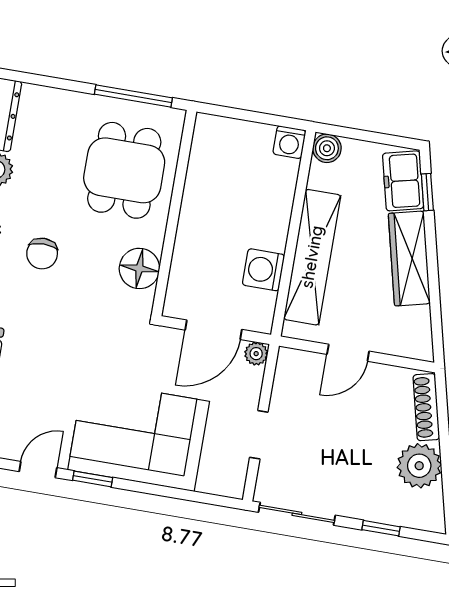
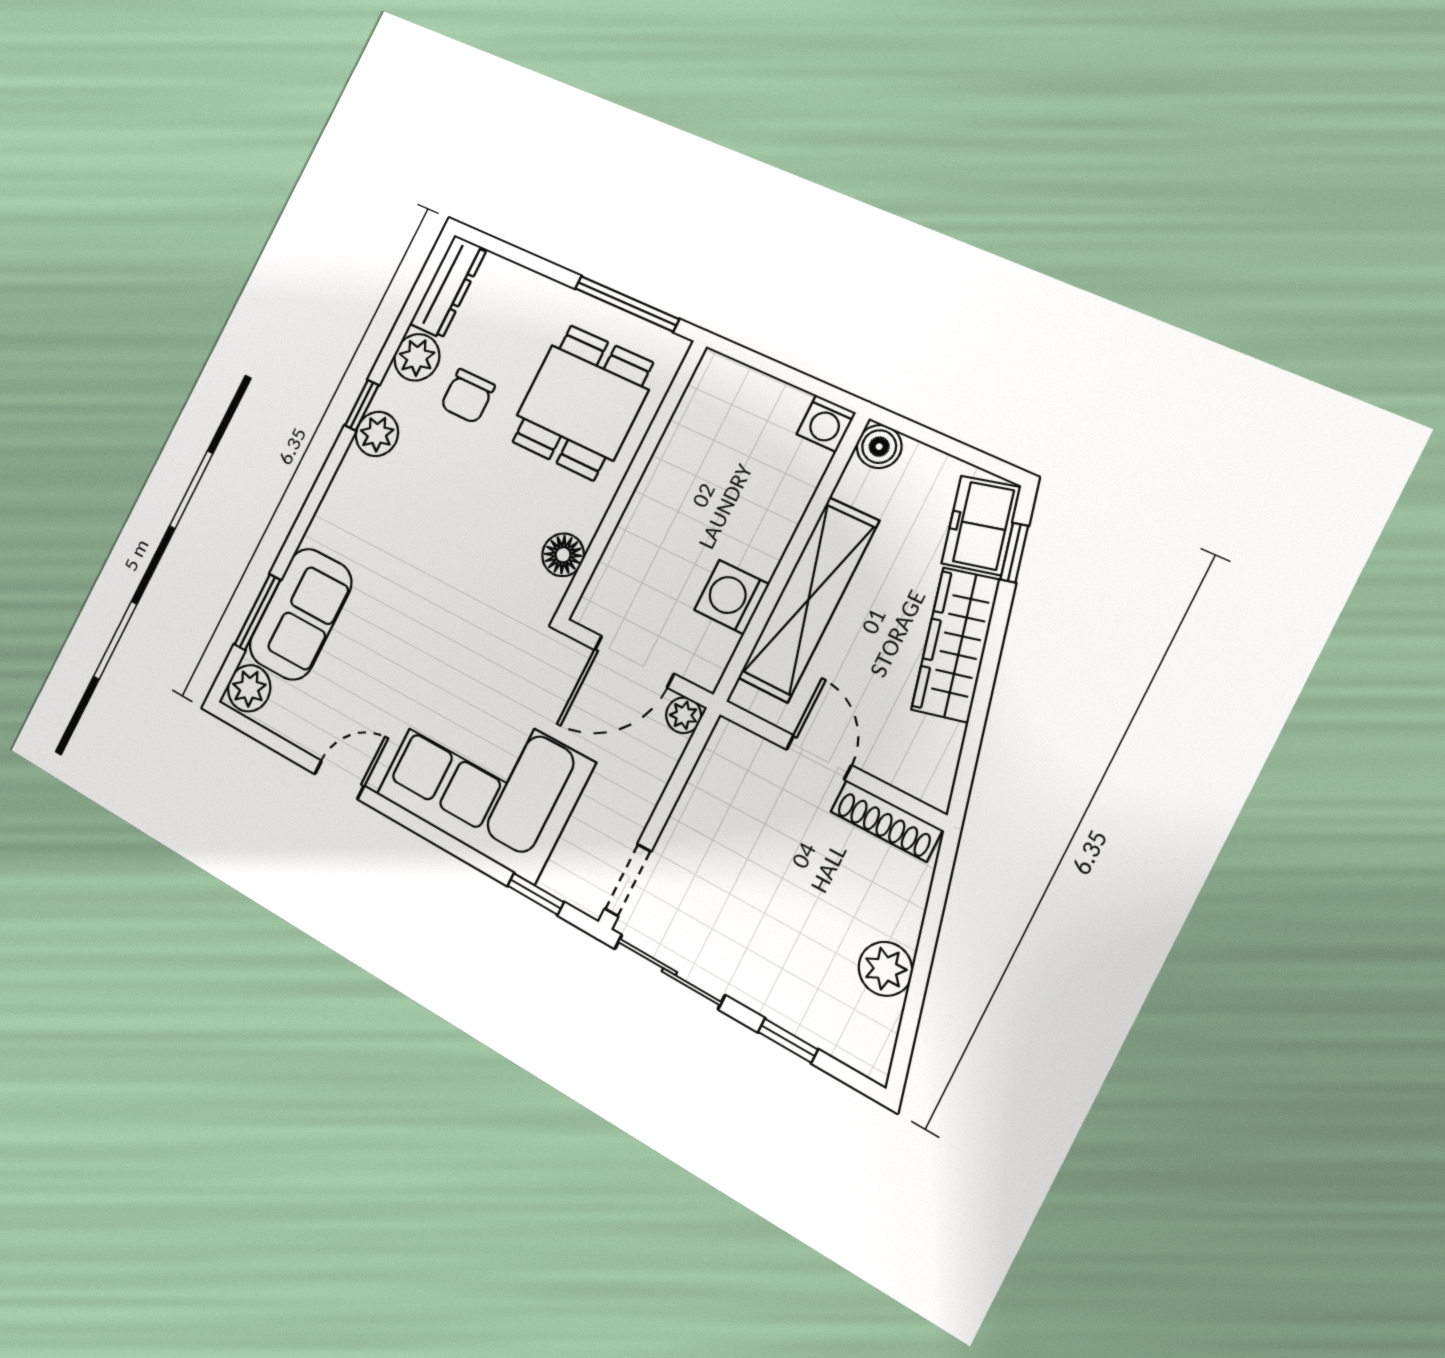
chair: (42, 254) -> (468, 396), moved
floor lamp: (139, 268) -> (563, 555), width x0.73, depth x0.73
door: (348, 353) -> (819, 757), swing flipped
shoe rack: (426, 407) -> (886, 821), moved, turned -76
doorway: (259, 435) -> (628, 880), moved
plant: (419, 466) -> (885, 969), width x0.73, depth x0.73
window: (93, 479) -> (536, 894), moved

